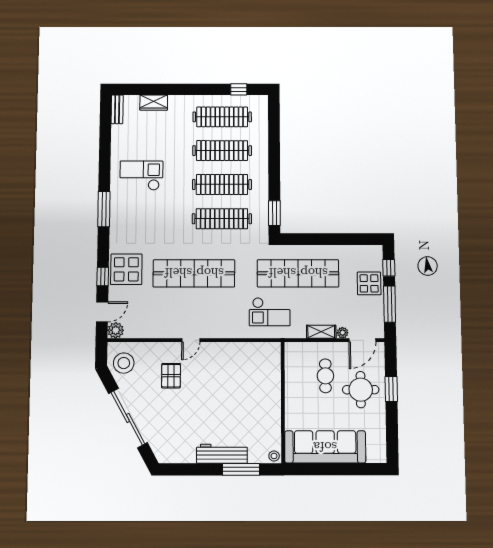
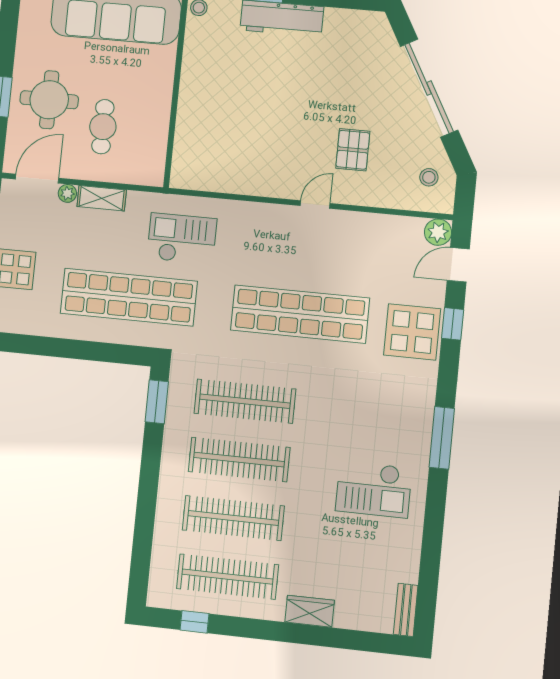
wardrobe: (154, 103) -> (310, 611), moved
stool: (124, 363) -> (429, 177), width x0.53, depth x0.53

